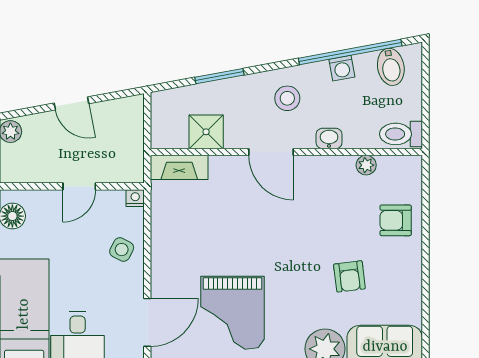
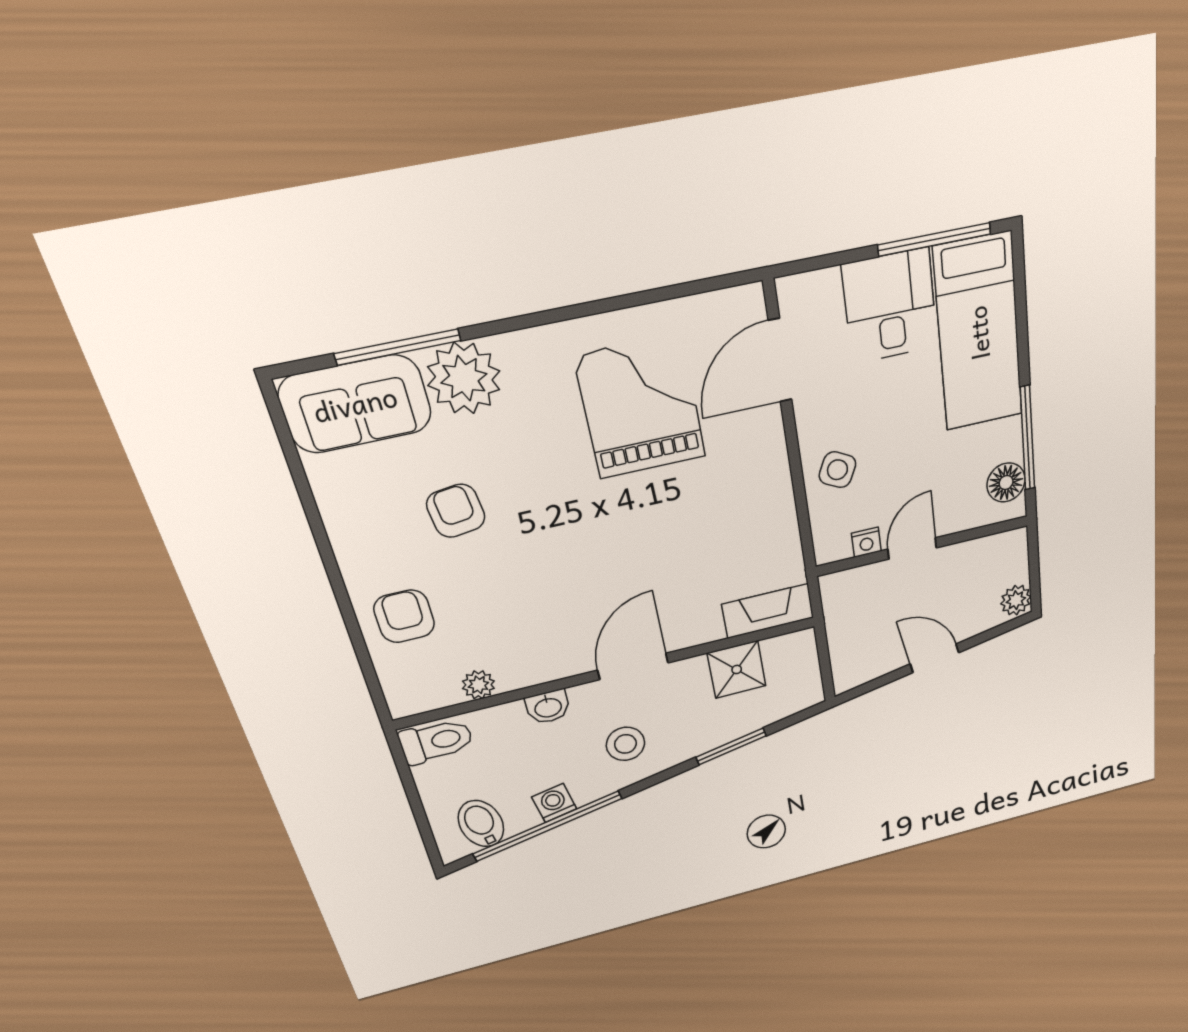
door: (271, 152) -> (633, 666), hinge flipped
nightstand: (135, 198) -> (866, 542), moved
armchair: (396, 220) -> (404, 616), turned -90

